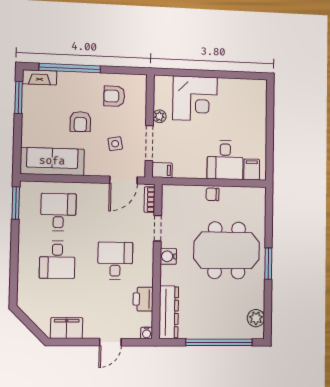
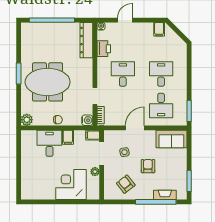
fireplace: (40, 77) -> (165, 195), moved
armchair: (114, 96) -> (126, 184), turned -128
sofa: (52, 161) -> (171, 139), width x0.73
filing cabinet: (252, 170) -> (68, 137), moved
door: (123, 180) -> (135, 128), moved
water cooler: (168, 256) -> (87, 120), moved
desk: (115, 261) -> (123, 74), turned 180
plant: (256, 318) -> (27, 120), moved
filing cabinet: (67, 328) -> (159, 29), width x0.50

